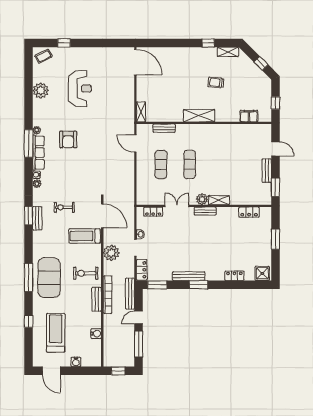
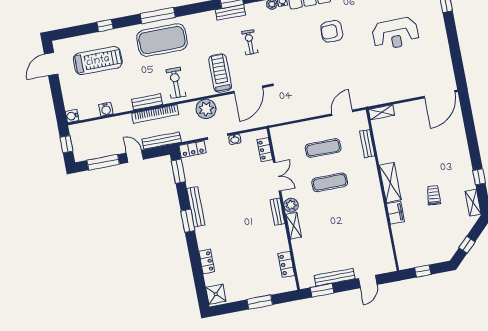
filing cabinet: (249, 116) -> (395, 213), moved
bench: (267, 171) -> (335, 277), width x1.36
water cooler: (76, 362) -> (72, 116), moved

